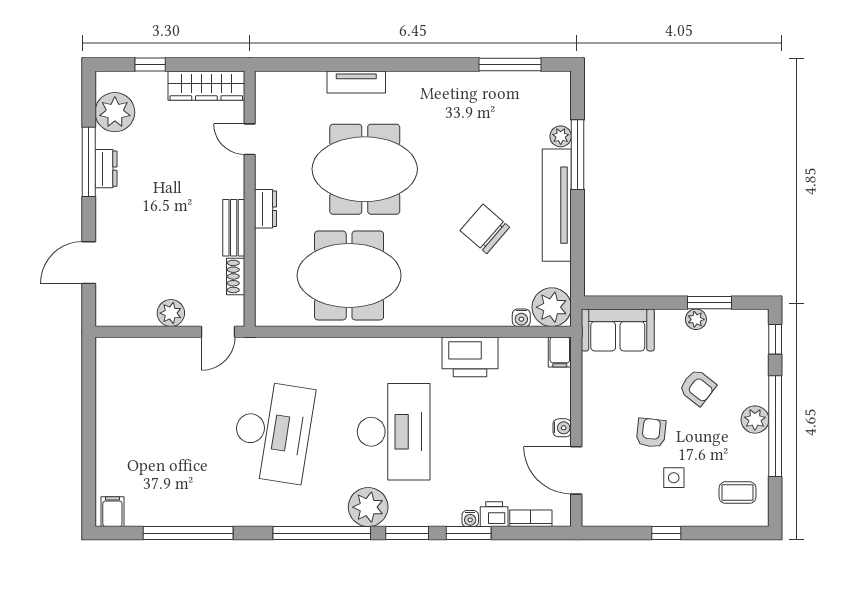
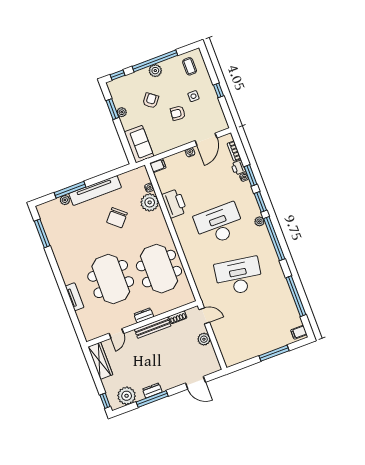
window: (150, 65) -> (105, 401), moved
bench: (234, 228) -> (153, 328), width x1.36
plant: (552, 307) -> (150, 202), moved
window: (89, 445) -> (274, 353), added
plant: (368, 507) -> (259, 221), width x0.53, depth x0.53

